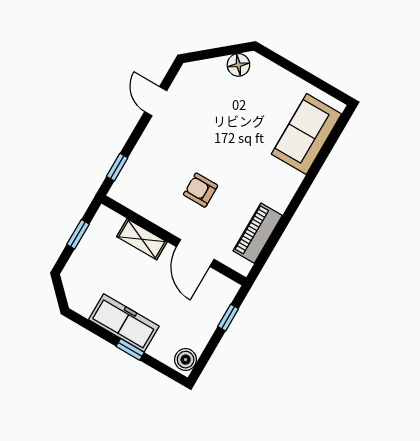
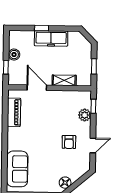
door: (156, 101) -> (93, 146), hinge flipped
plant: (141, 161) -> (85, 115), added
armchair: (201, 190) -> (69, 142), moved, turned 90
boiler: (186, 360) -> (14, 55), moved

